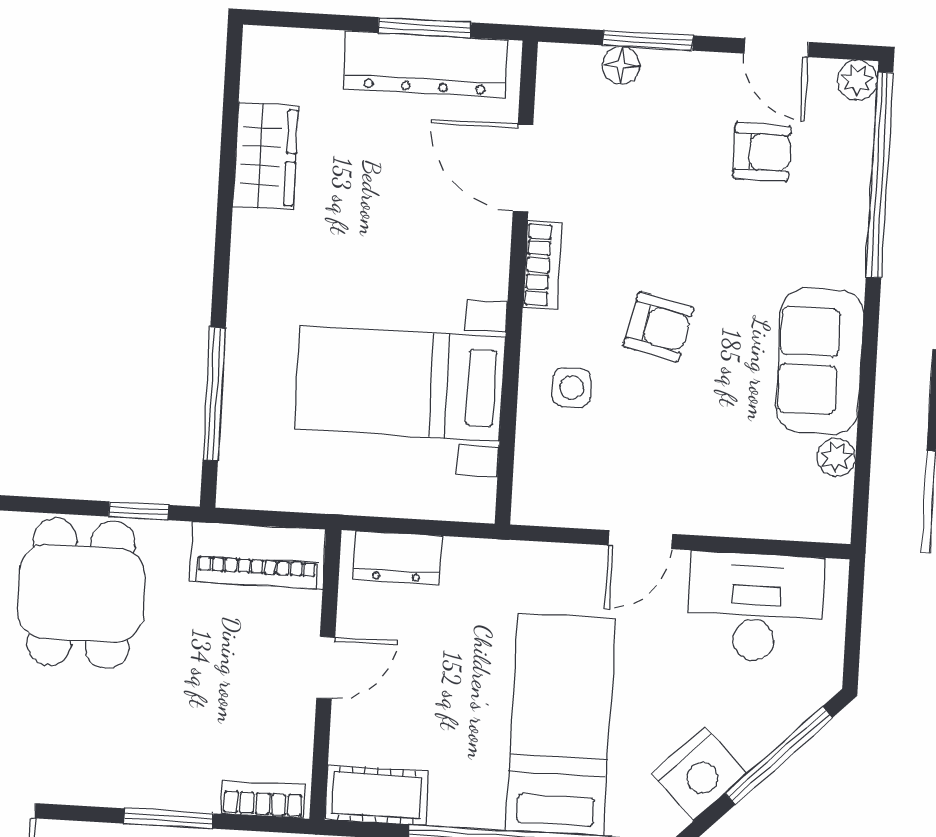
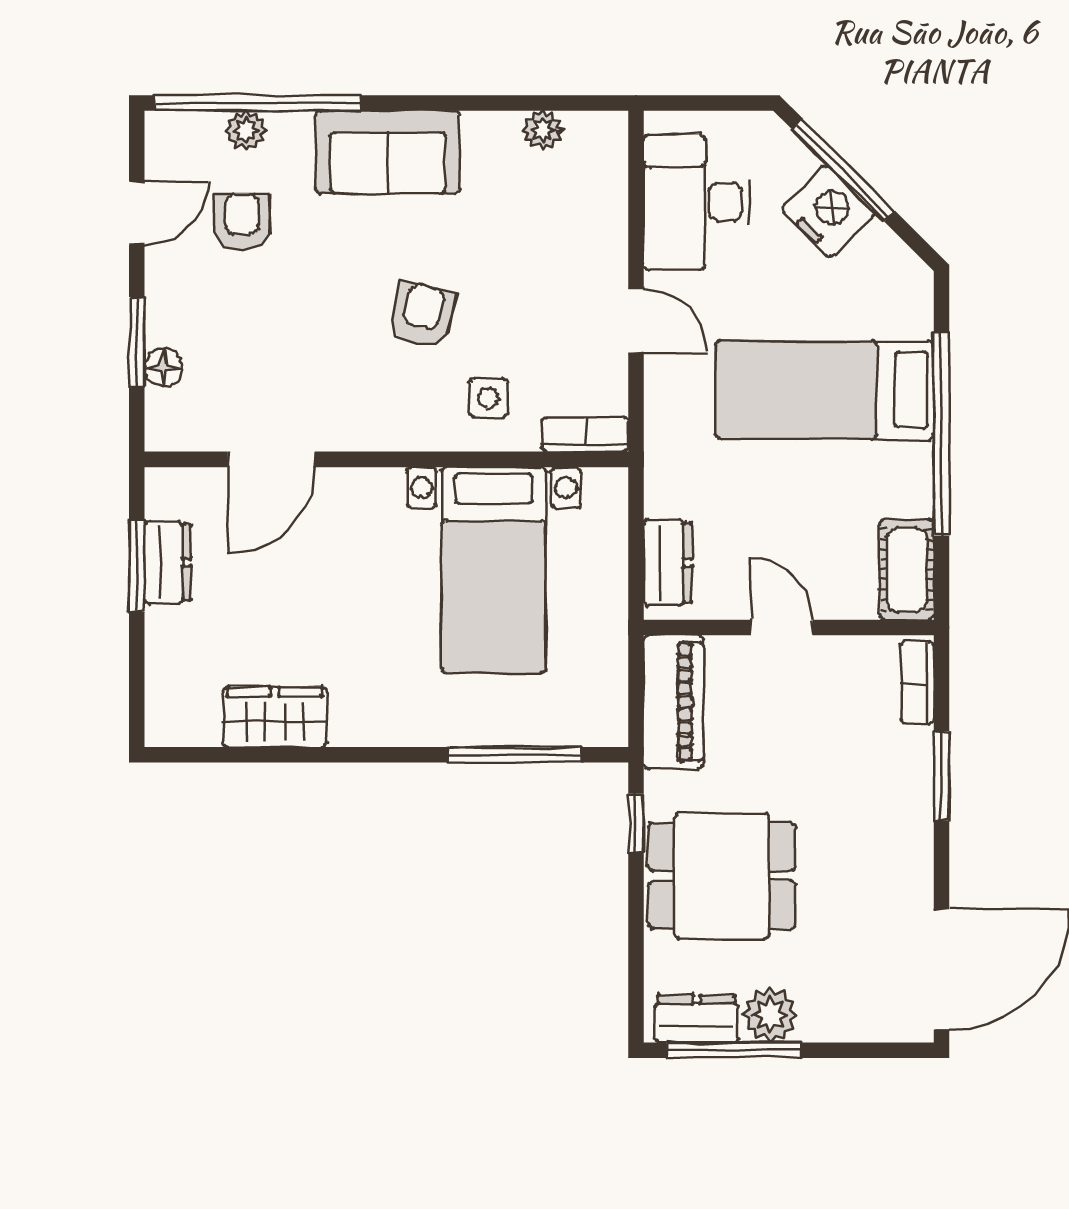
dresser: (426, 64) -> (168, 562), width x0.51, depth x0.80
plant: (857, 80) -> (246, 130), moved
bookcase: (542, 265) -> (585, 434), moved
sofa: (819, 361) -> (388, 152), moved
nightstand: (699, 774) -> (828, 211), moved

